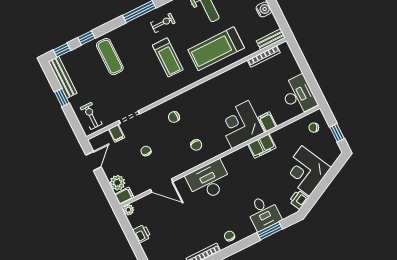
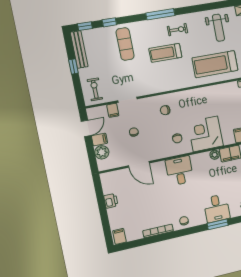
treadmill: (168, 57) -> (165, 53), moved, turned 90
corner desk: (240, 125) -> (205, 134), moved
desk: (209, 181) -> (180, 171), width x0.73
filing cabinet: (124, 196) -> (99, 139), moved
plant: (128, 210) -> (215, 155), moved

